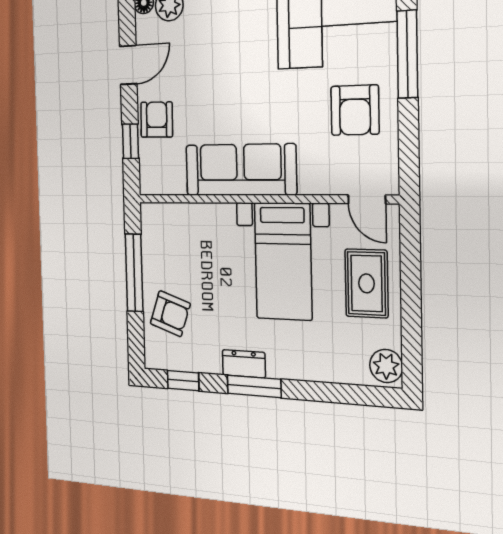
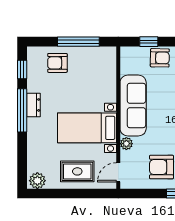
plant: (311, 183) -> (126, 144), added
armchair: (170, 314) -> (57, 63), turned 71
window: (254, 386) -> (22, 110), width x1.44

